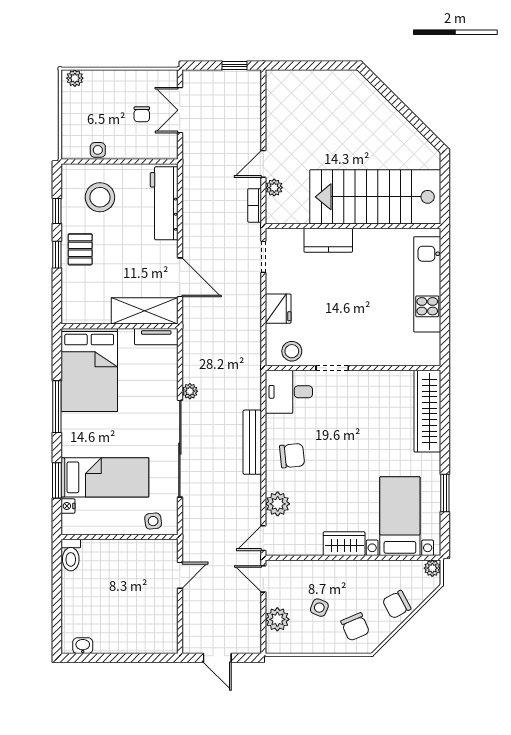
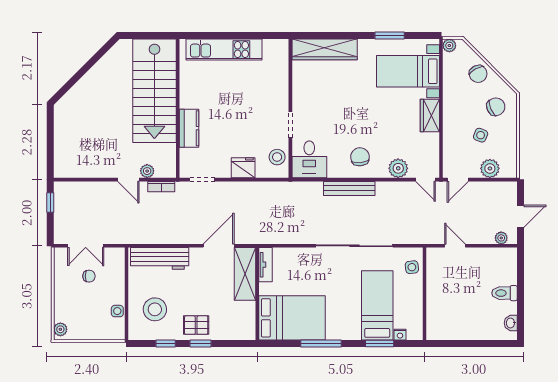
plant: (190, 391) -> (501, 238), moved
toilet: (71, 555) -> (505, 293), moved, turned 180

